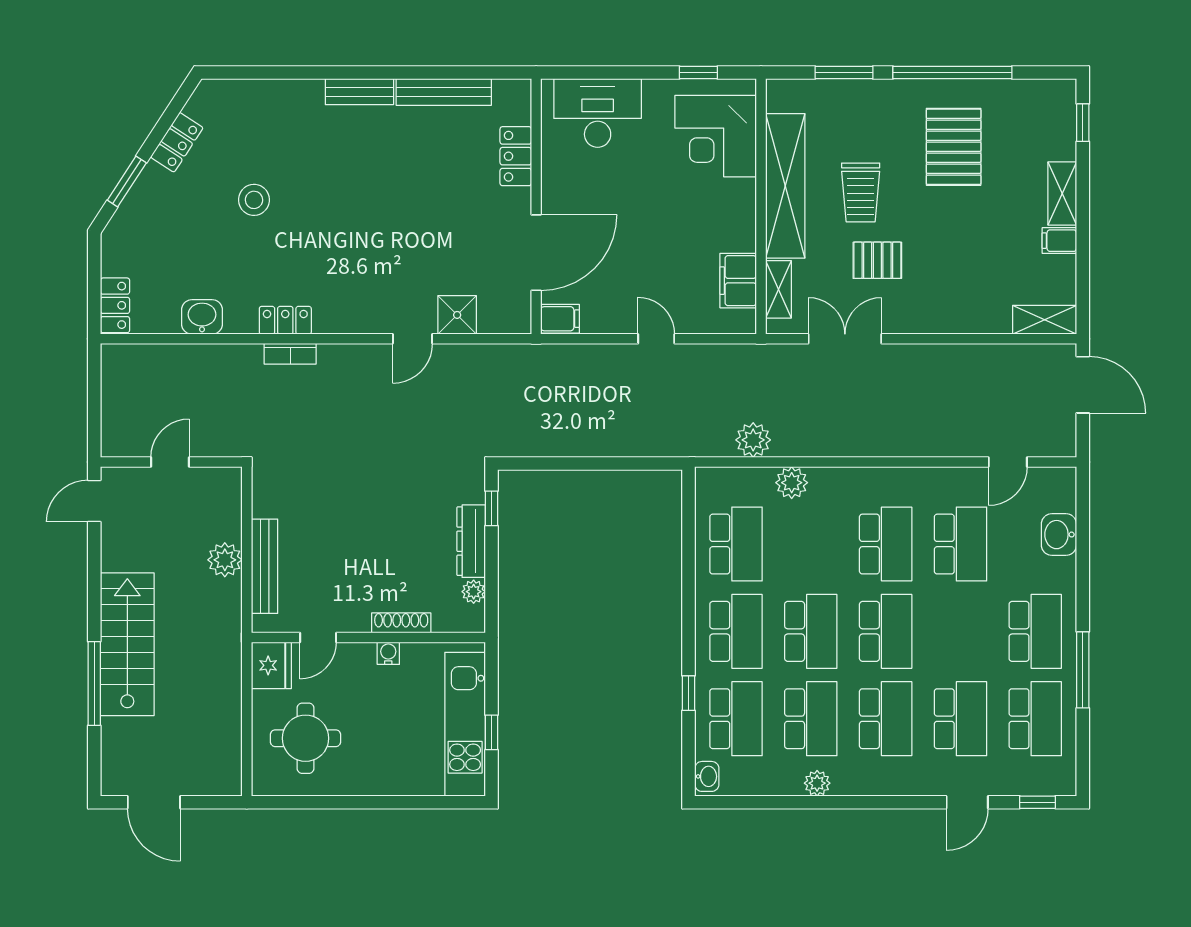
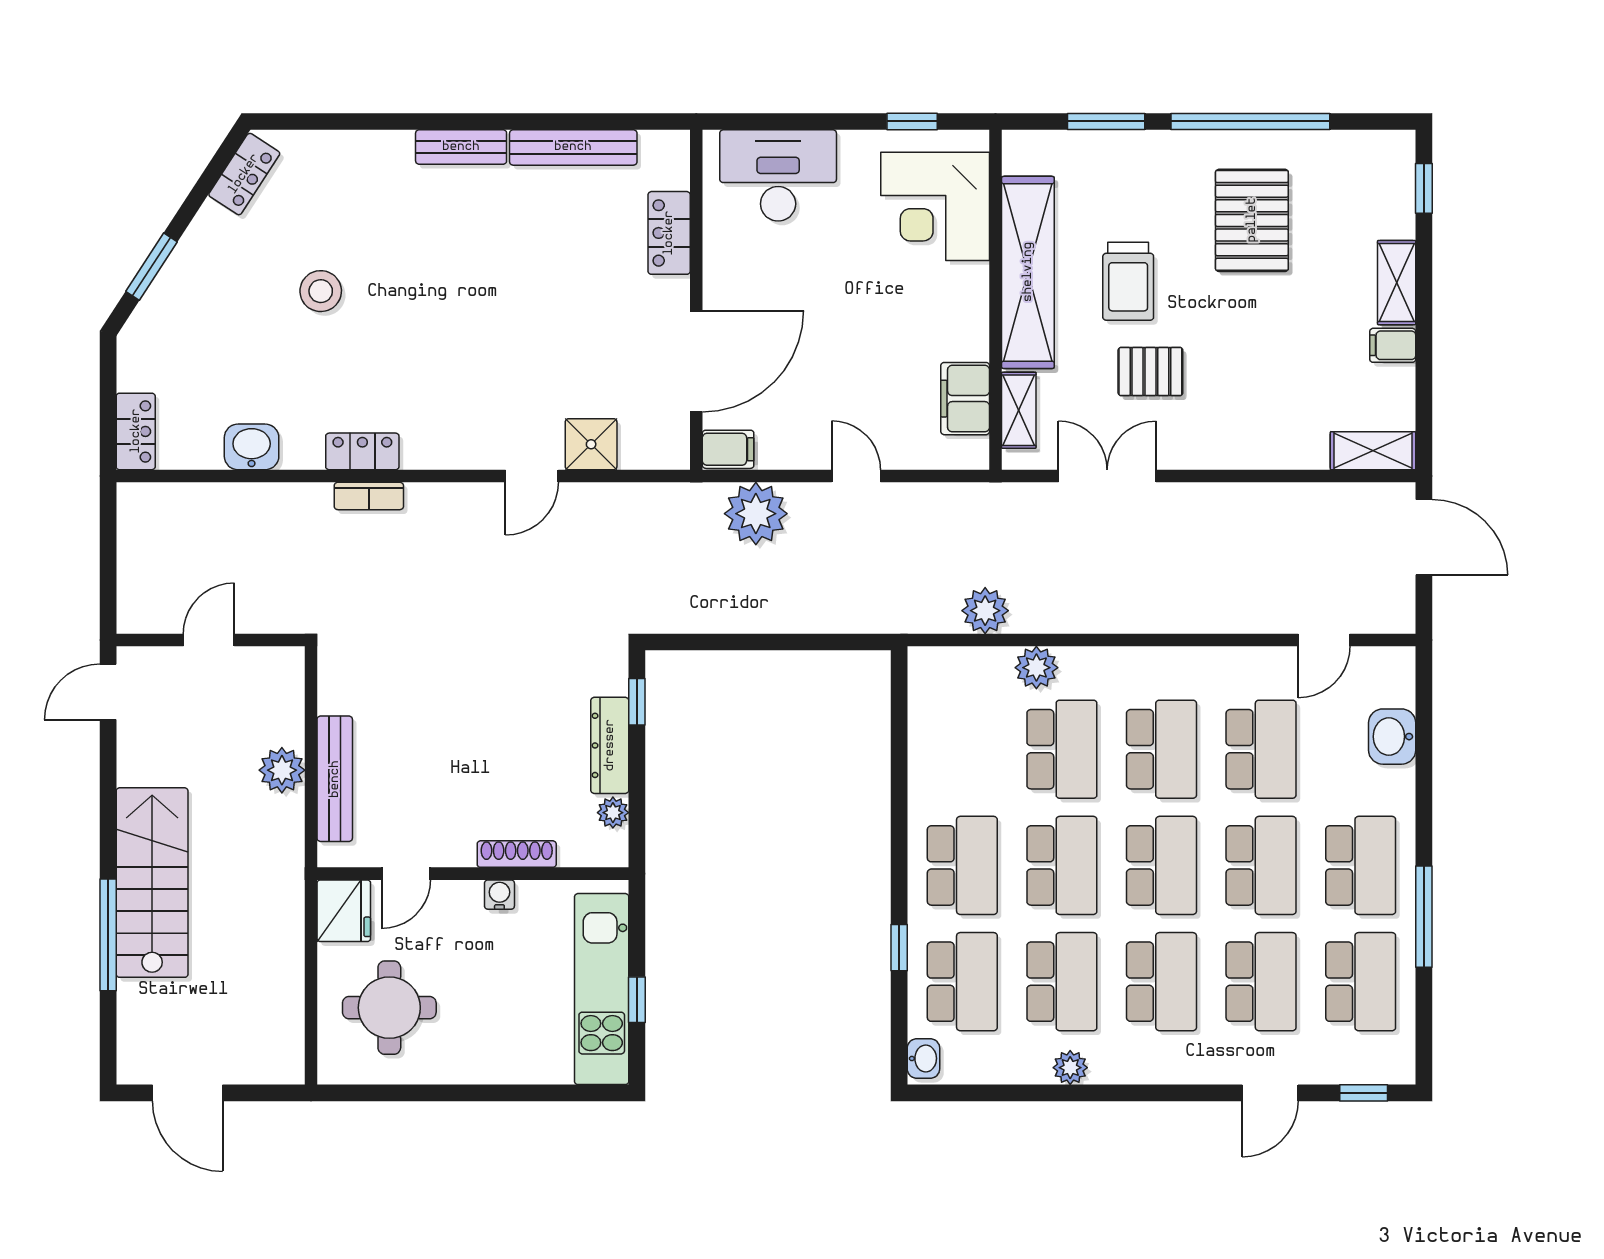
locker: (177, 142) -> (244, 174), moved
plant: (581, 367) -> (756, 514), added
school desk: (736, 544) -> (1062, 749), moved
school desk: (960, 631) -> (1261, 865), added

